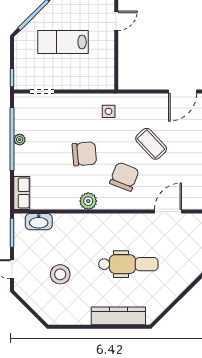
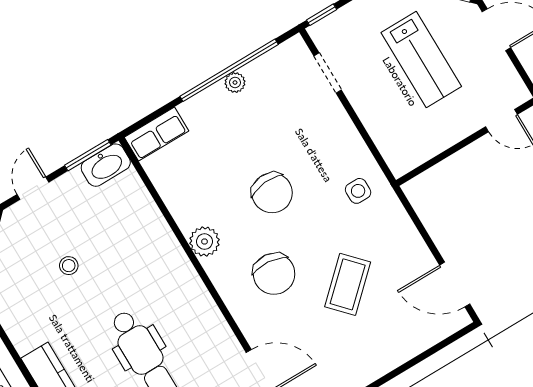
lab bench: (63, 42) -> (421, 59), turned 180
chair: (124, 177) -> (274, 274), turned 74
washbasin: (39, 222) -> (106, 165), moved, turned -90
stool: (60, 274) -> (69, 266), width x0.53, depth x0.53

